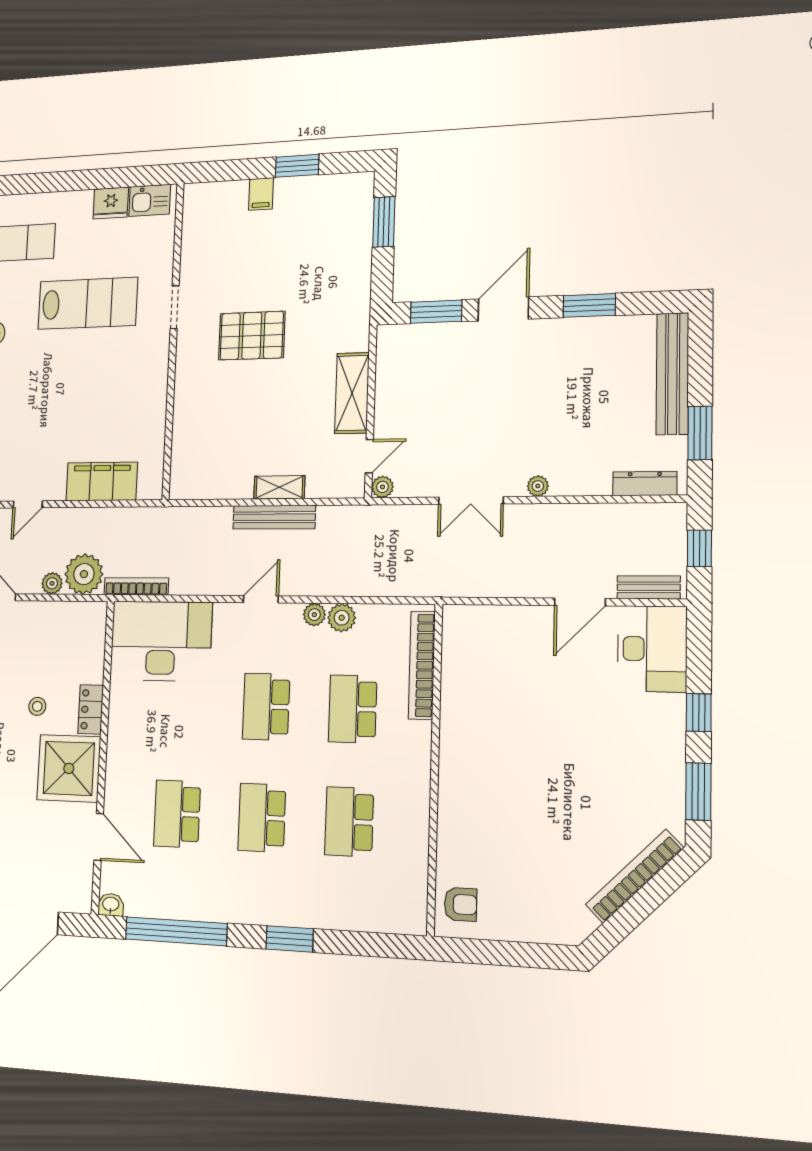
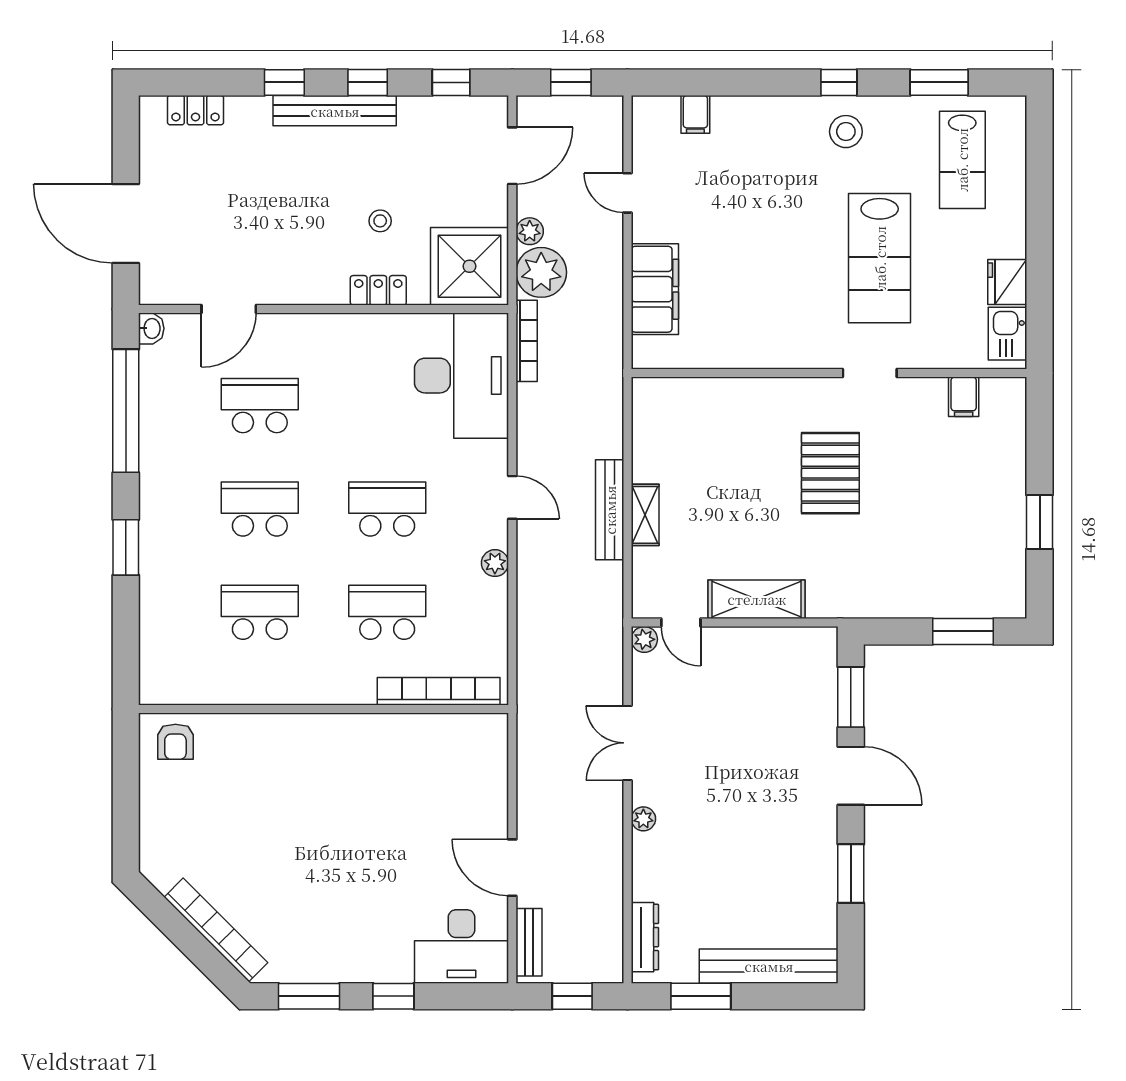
filing cabinet: (261, 194) -> (964, 397), moved, turned -90
plant: (342, 618) -> (492, 596), removed
shower: (69, 768) -> (470, 266), moved

